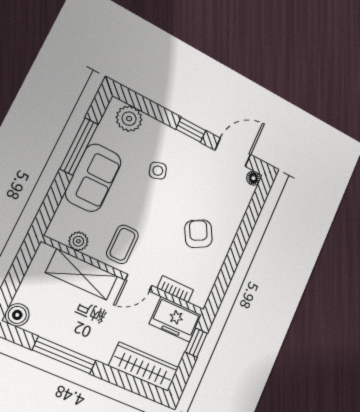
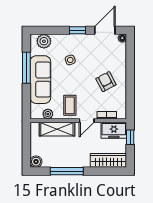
sofa: (93, 178) -> (40, 80), width x1.36

